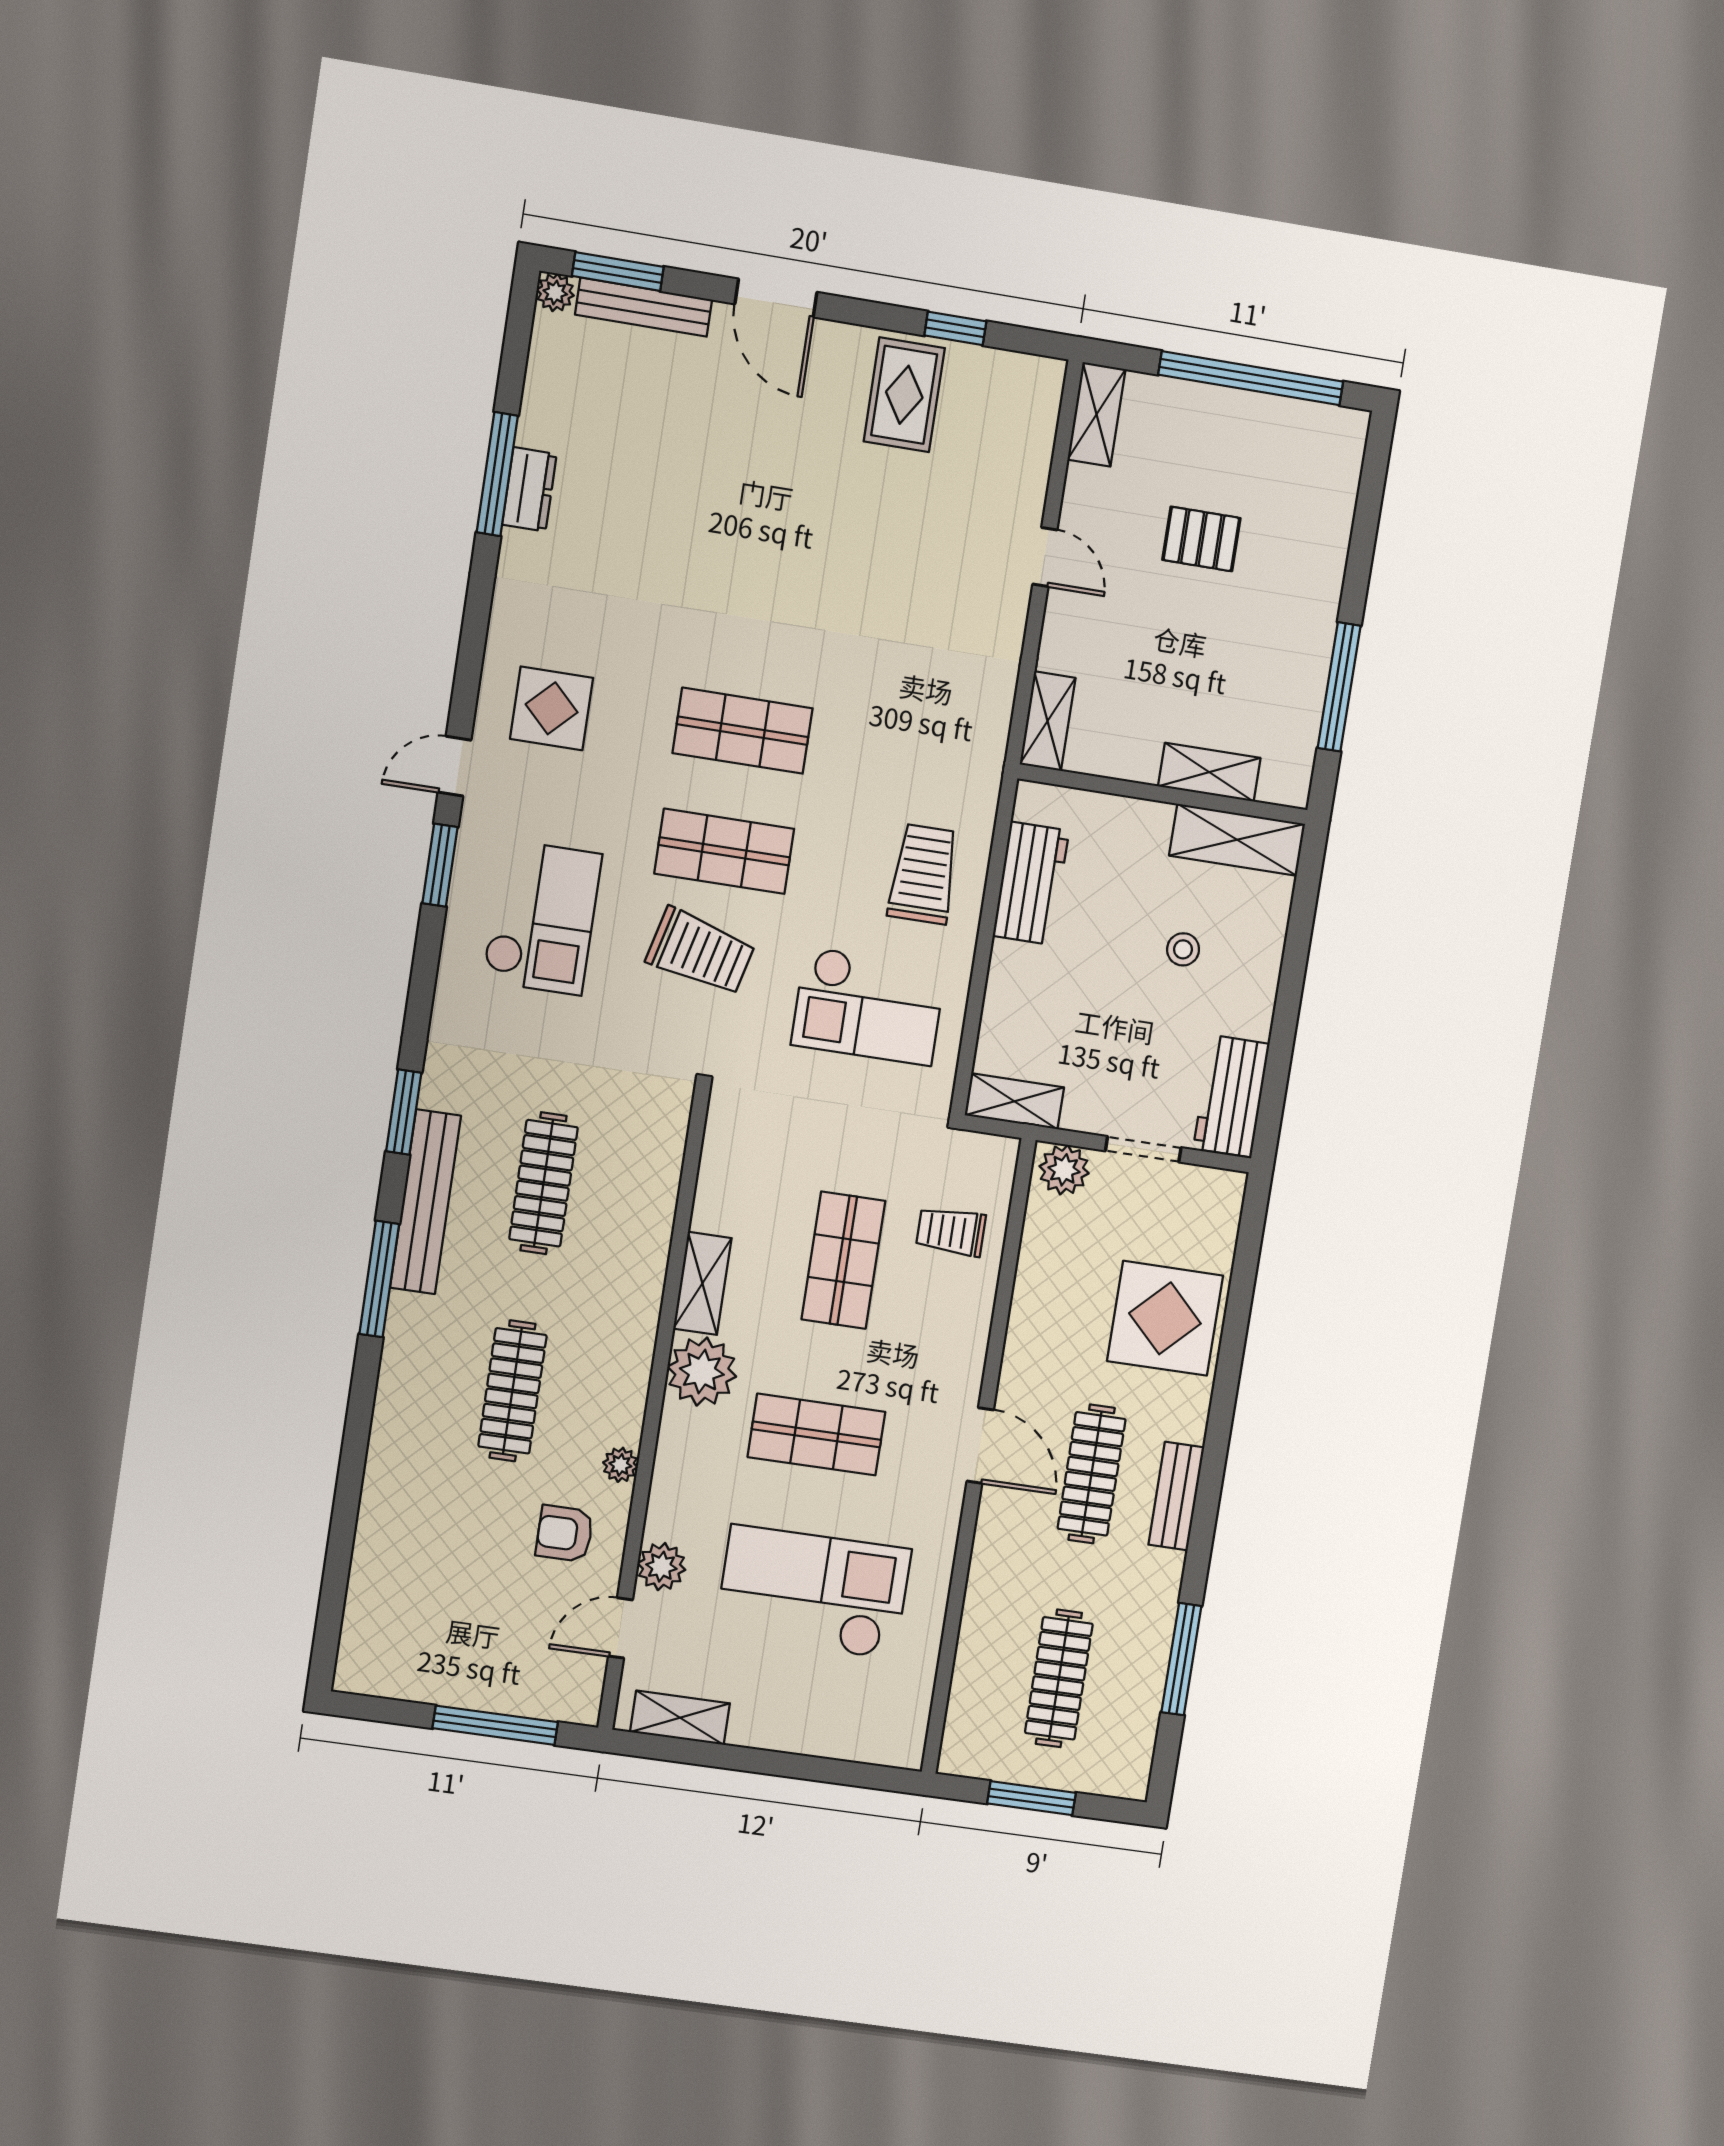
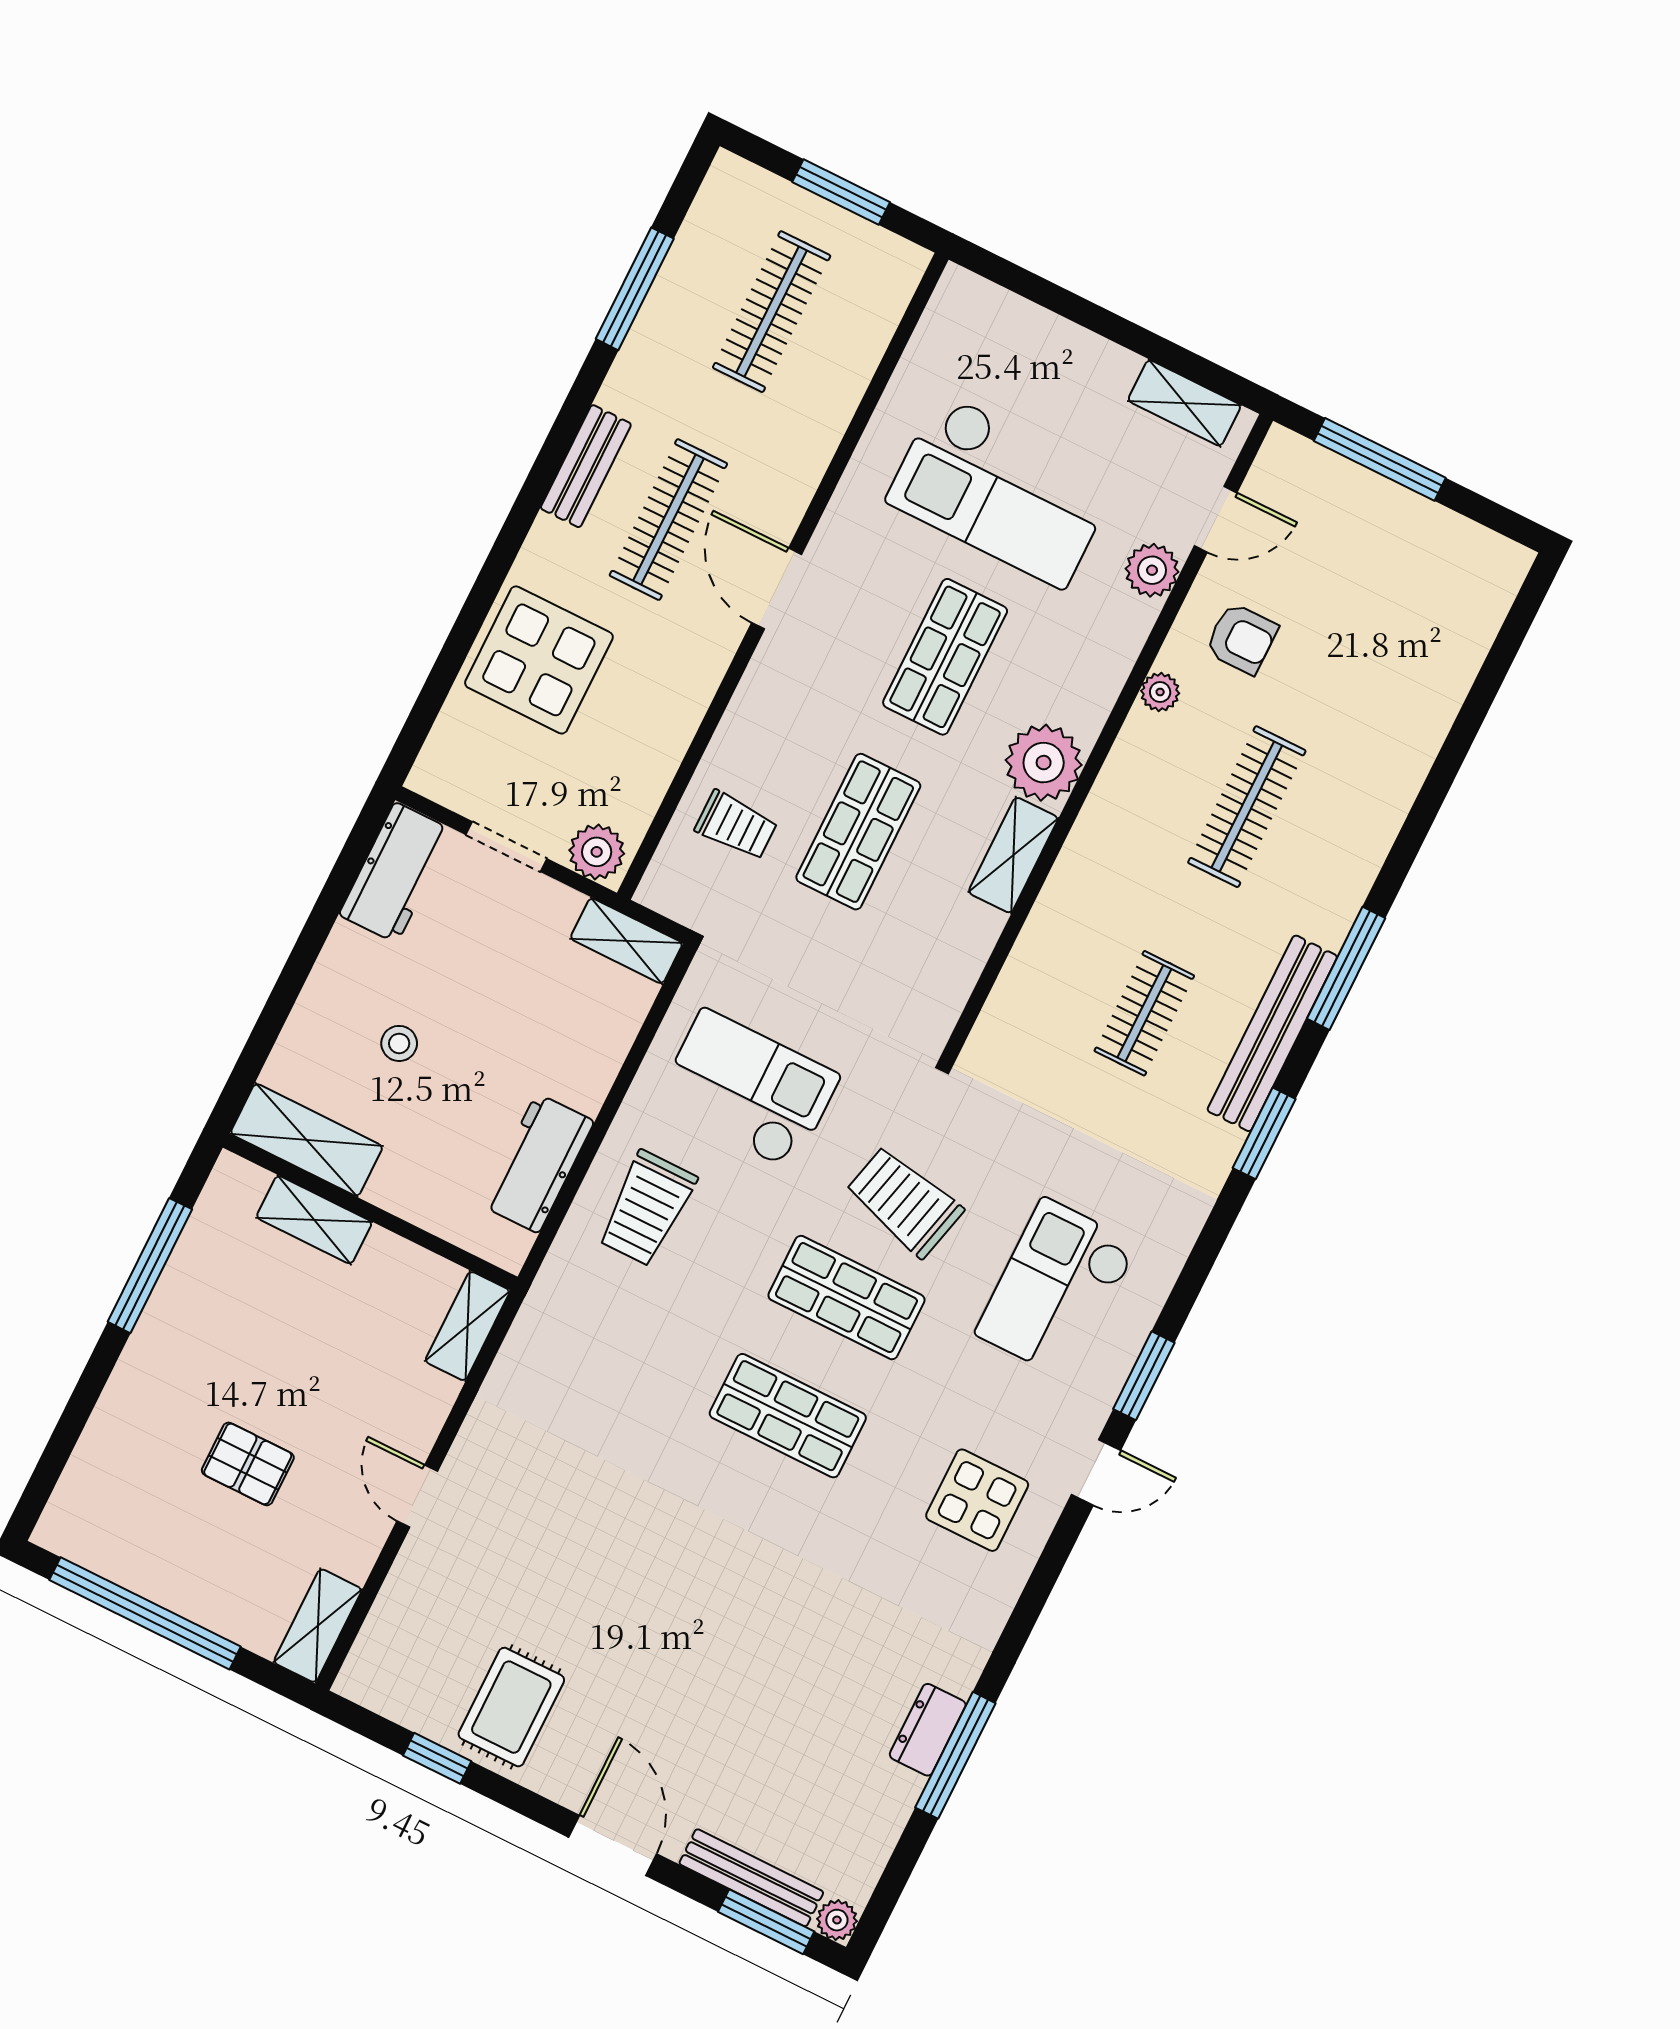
clothes rail: (543, 1183) -> (1144, 1013), width x0.73
shop shelf: (816, 1434) -> (945, 657), turned 90

